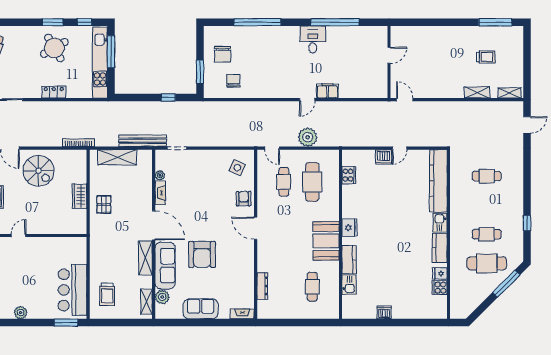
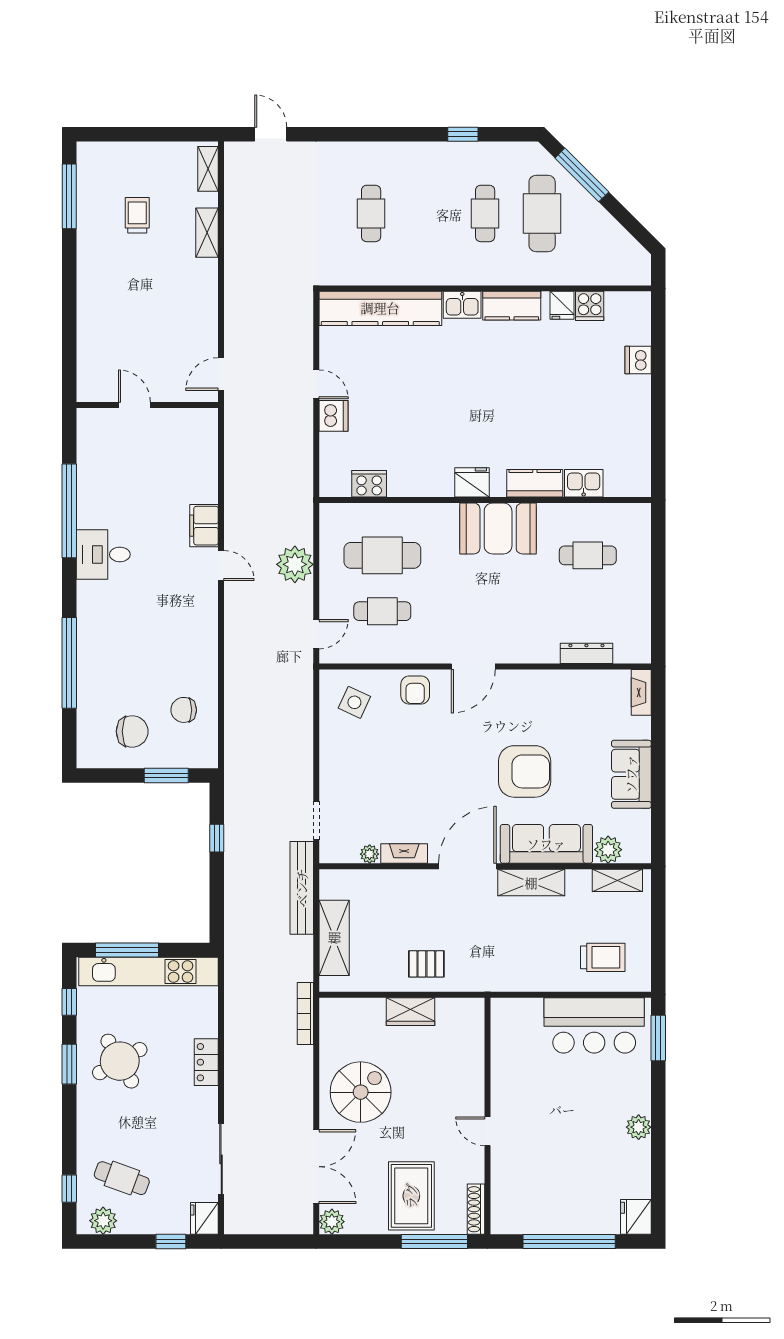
armchair: (244, 199) -> (415, 690), turned -90
dishwasher: (384, 312) -> (638, 360), moved

